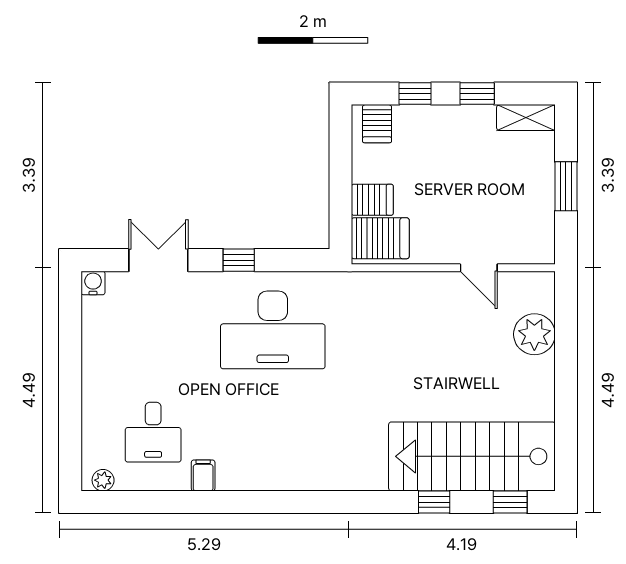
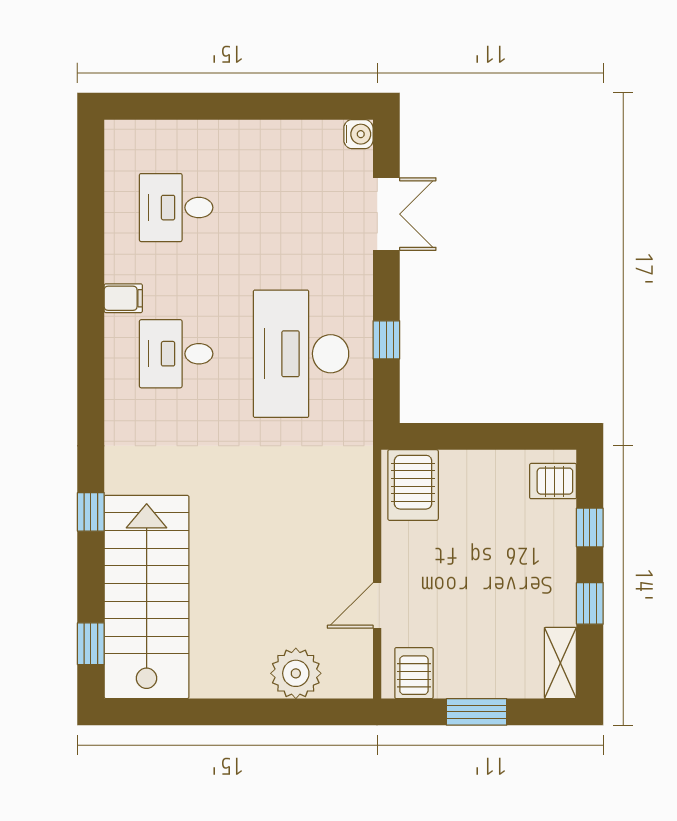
server rack: (372, 200) -> (414, 673), moved, turned 180
window: (239, 260) -> (386, 340), moved
desk: (273, 432) -> (176, 354), added
filing cabinet: (203, 475) -> (123, 298), moved
plant: (103, 480) -> (117, 146), removed
window: (434, 502) -> (91, 512), moved

